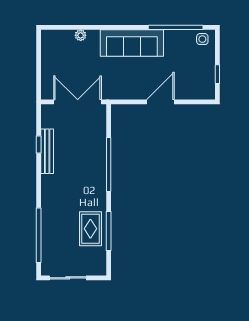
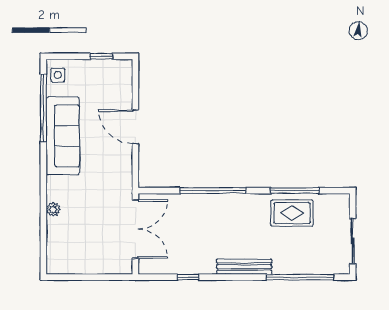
plant: (81, 35) -> (53, 209), moved
sofa: (132, 43) -> (63, 136), moved
double door: (78, 102) -> (135, 229), swing flipped
bench: (47, 151) -> (244, 267), moved

